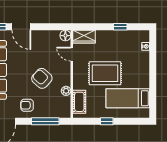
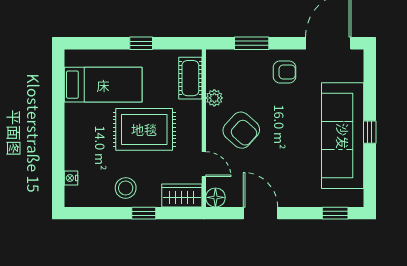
door: (21, 27) -> (261, 213), moved
window: (120, 27) -> (144, 213), moved
stool: (115, 41) -> (126, 188), added
armchair: (42, 78) -> (241, 130), moved
window: (45, 121) -> (252, 43), width x0.69

